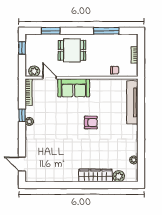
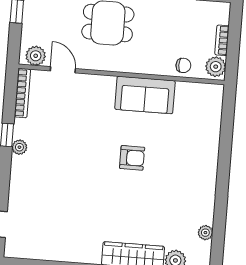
plant: (132, 69) -> (216, 67), added
sofa: (74, 88) -> (145, 95), moved
tv unit: (132, 102) -> (211, 127), removed

